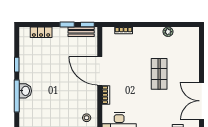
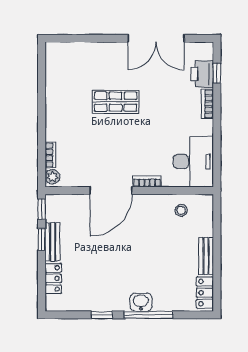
bench: (81, 32) -> (53, 242), moved
plant: (168, 32) -> (52, 177), moved

